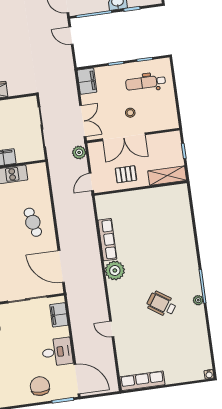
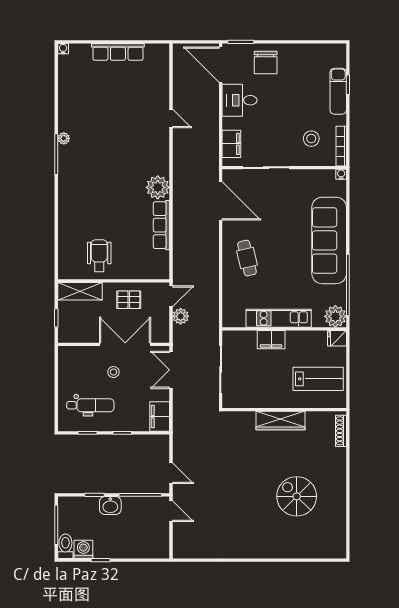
plant: (79, 152) -> (181, 316), moved
wheelchair: (161, 304) -> (99, 256), moved, turned -124
row of seats: (142, 381) -> (118, 52), moved

